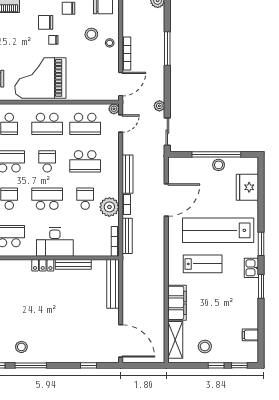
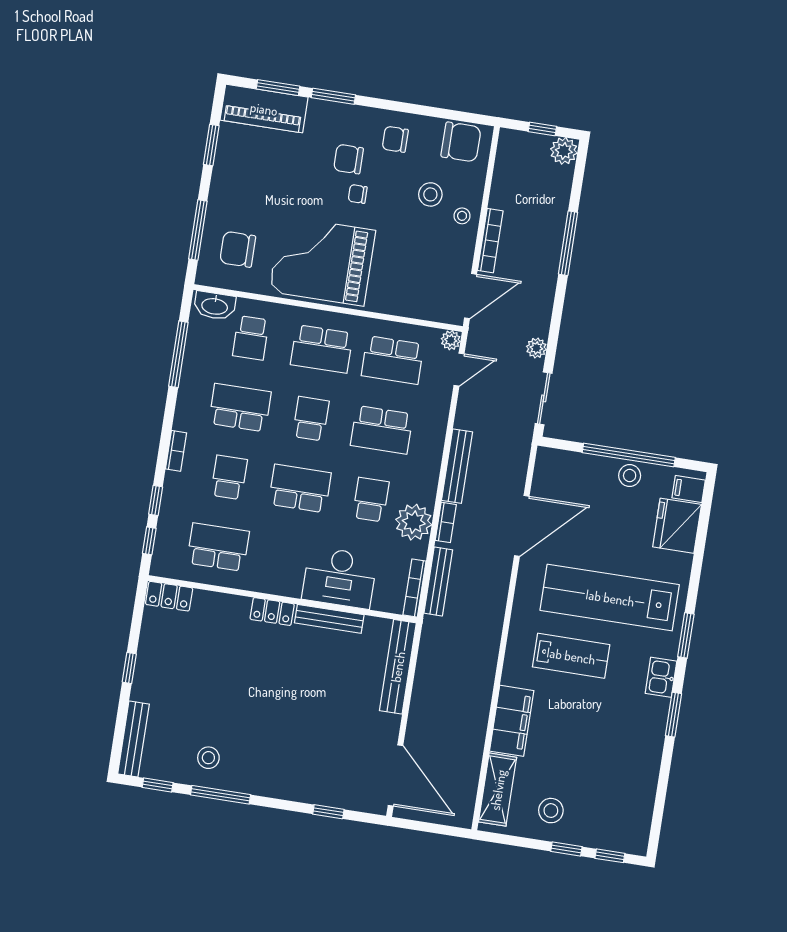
desk: (55, 242) -> (340, 578), moved
filing cabinet: (250, 335) -> (689, 489), moved

